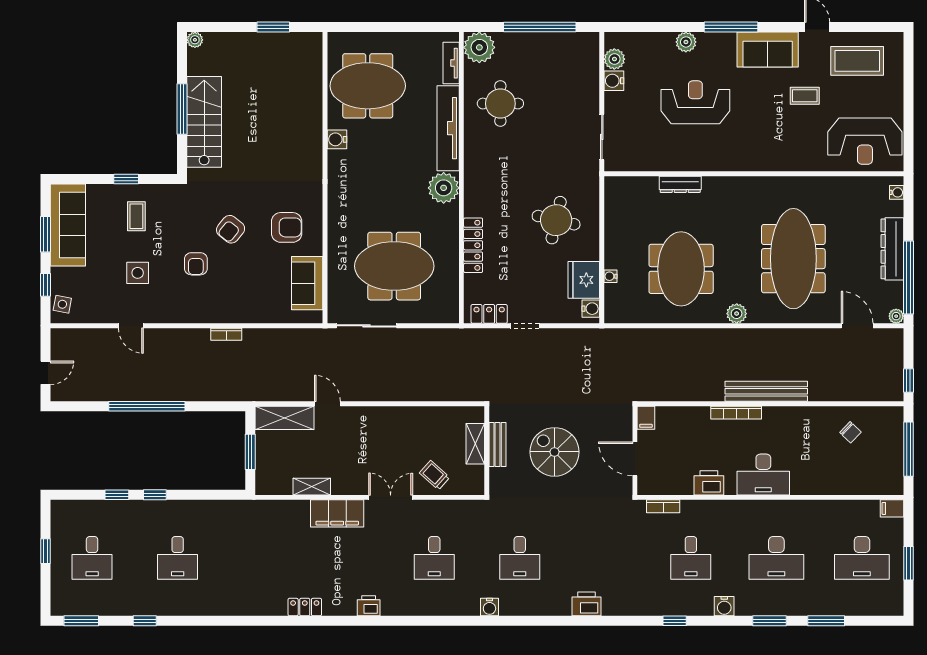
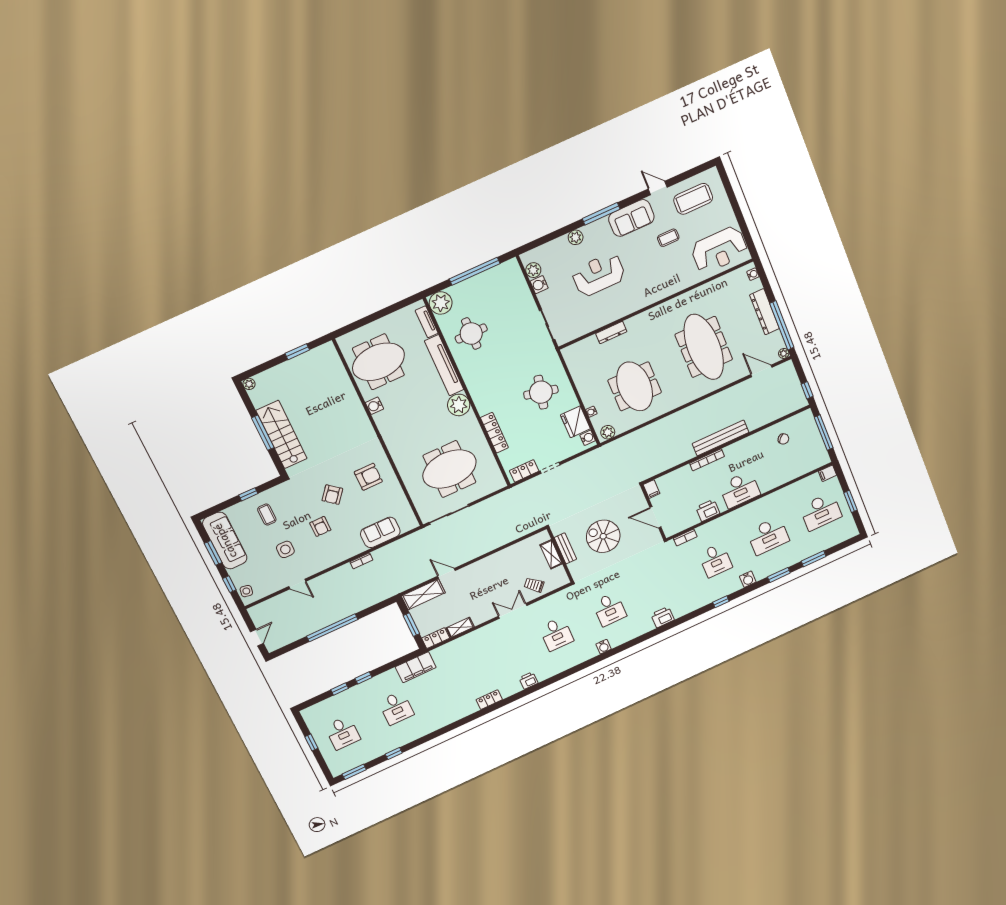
sofa: (307, 283) -> (380, 532), moved, turned 90
plant: (737, 314) -> (608, 432), moved
locker: (273, 486) -> (436, 638), added
filing cabinet: (337, 513) -> (416, 667), moved

